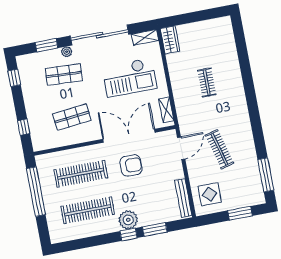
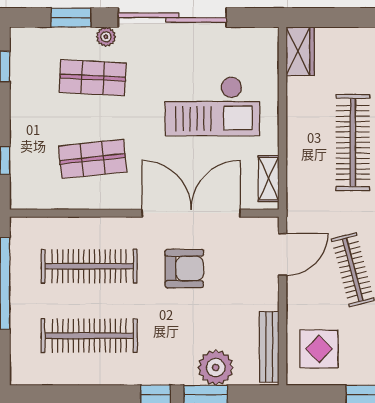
shelving: (145, 37) -> (255, 38), removed
clothes rail: (207, 82) -> (353, 142), width x1.86, depth x1.31
plant: (128, 220) -> (216, 368), moved

